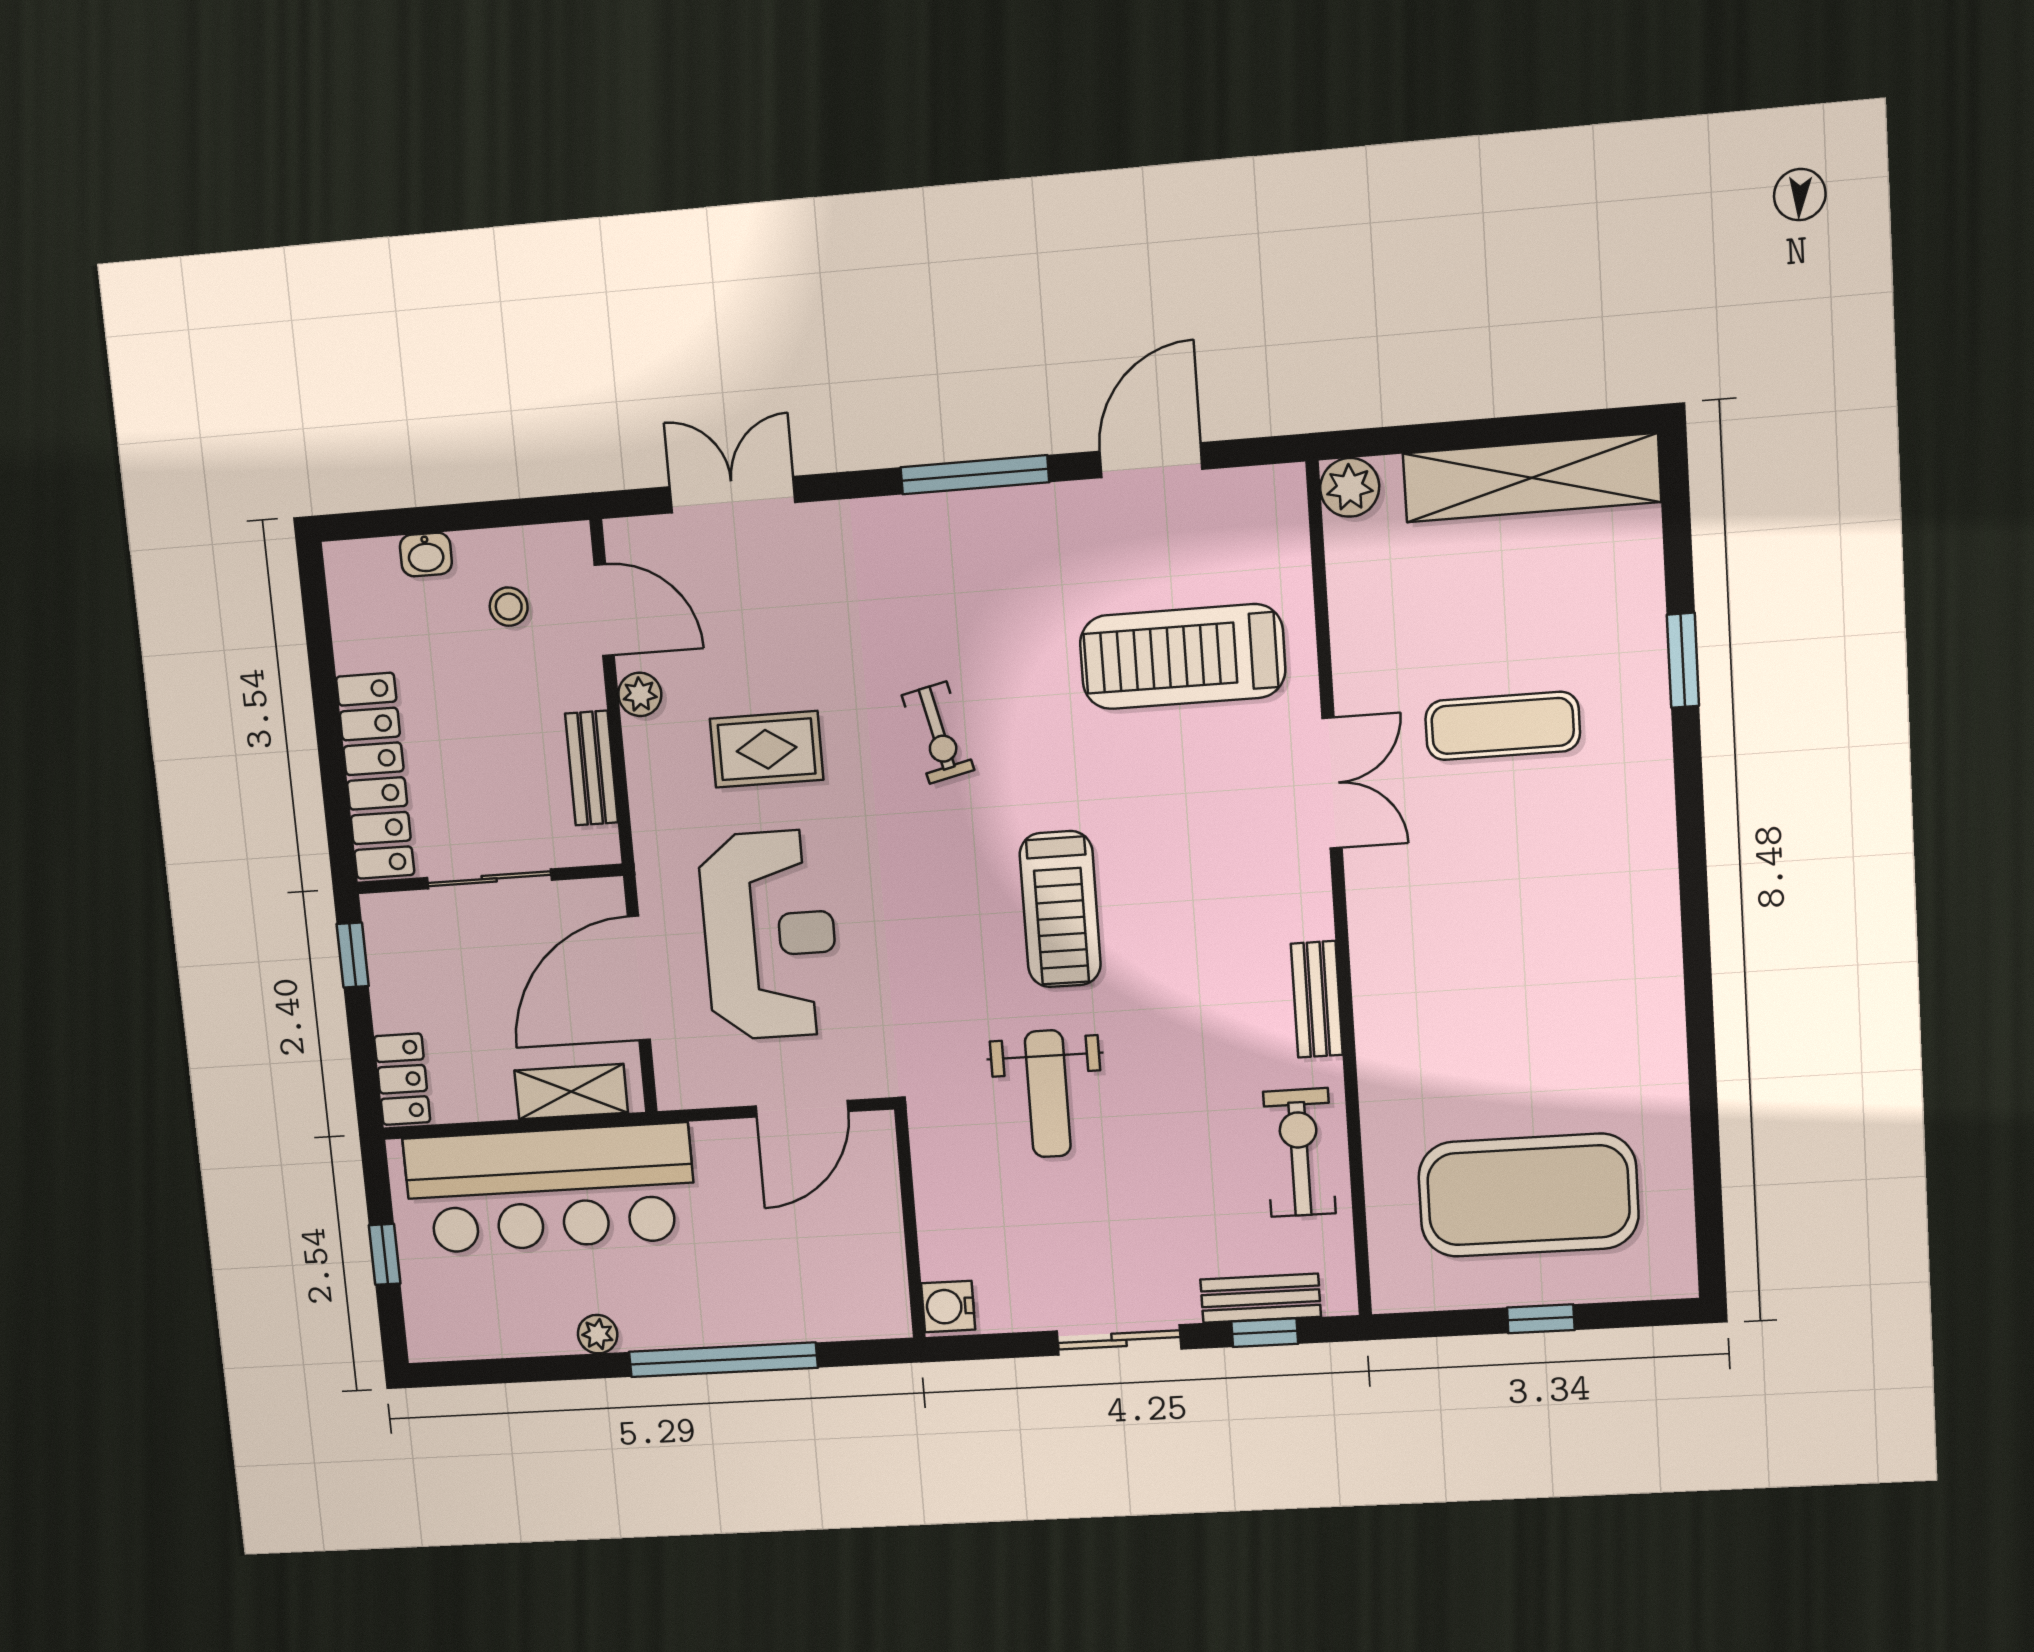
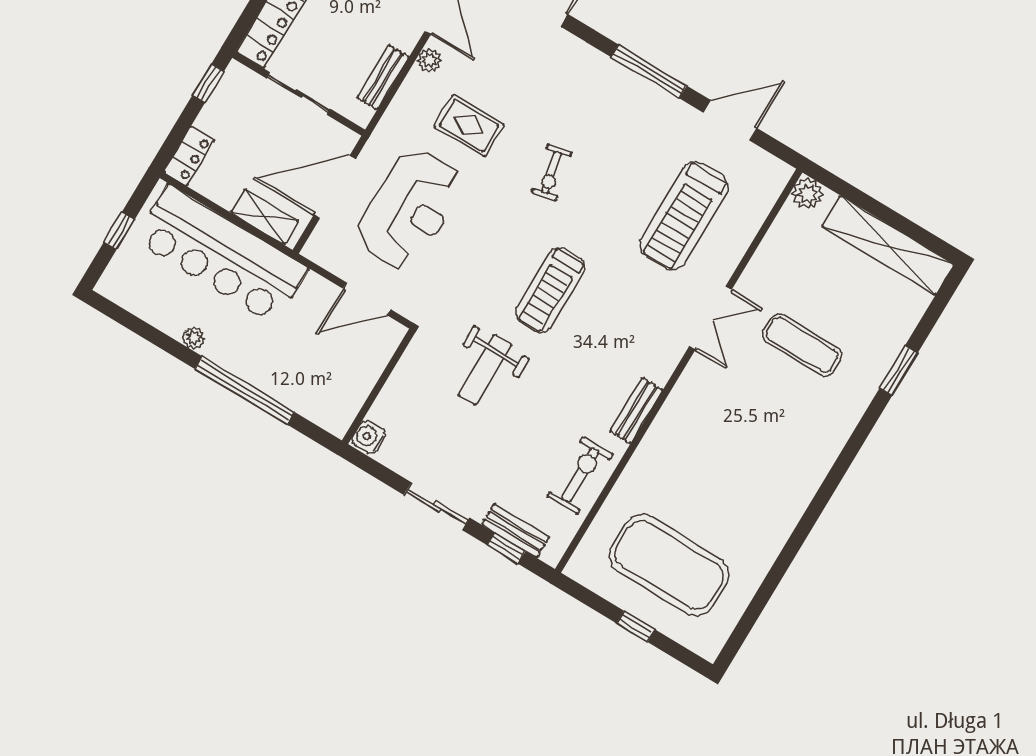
treadmill: (1183, 657) -> (684, 216), turned -90

